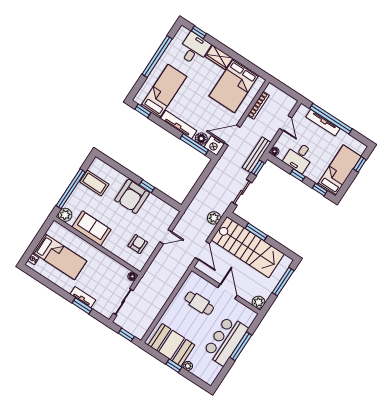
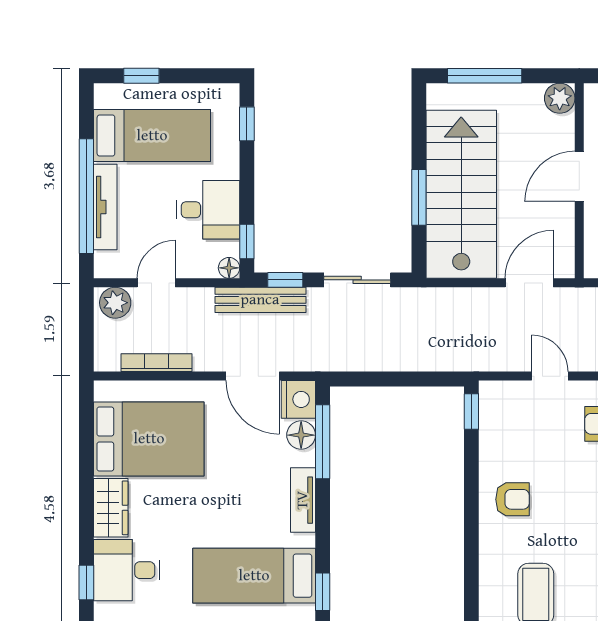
tv unit: (179, 125) -> (303, 500), width x0.71
bed: (339, 170) -> (152, 136), moved, turned 180
window: (298, 175) -> (247, 241), moved
window: (147, 186) -> (471, 412), moved
armchair: (132, 196) -> (512, 499), width x0.53, depth x0.53
plant: (214, 218) -> (115, 303), moved

